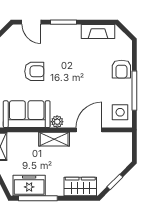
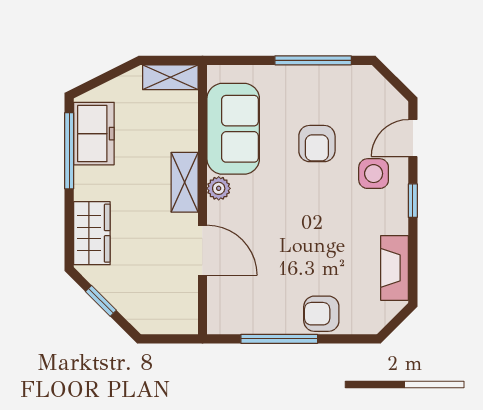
window: (64, 22) -> (413, 201), width x0.67
side table: (120, 112) -> (374, 174), moved

